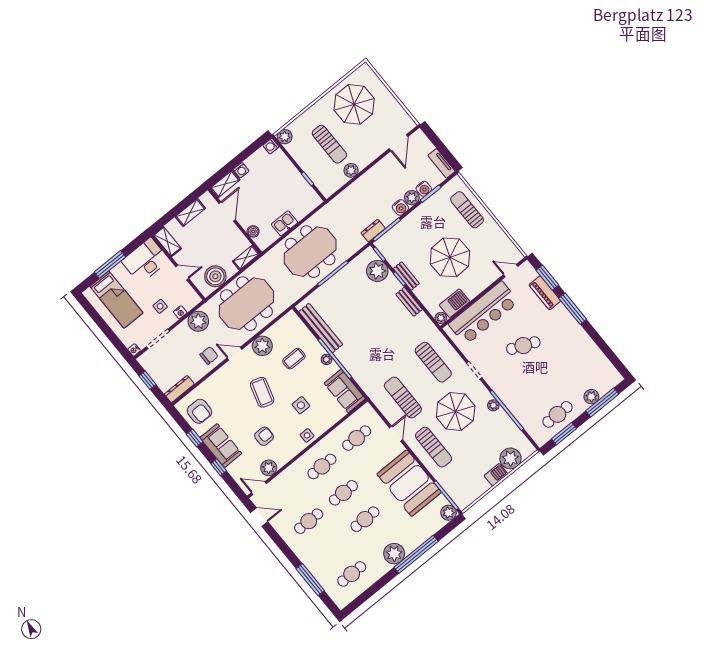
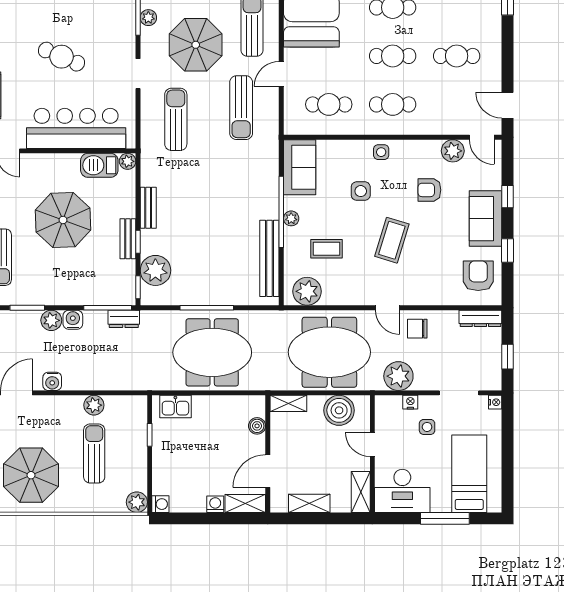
water cooler: (424, 189) -> (52, 381), moved, turned 180
kitchen sink: (284, 223) -> (175, 407), moved
plant: (262, 346) -> (307, 291), moved

